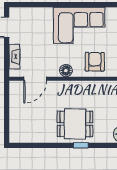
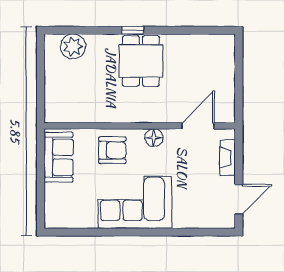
armchair: (95, 62) -> (112, 150), turned -90
dining table: (75, 124) -> (141, 61), turned 90

